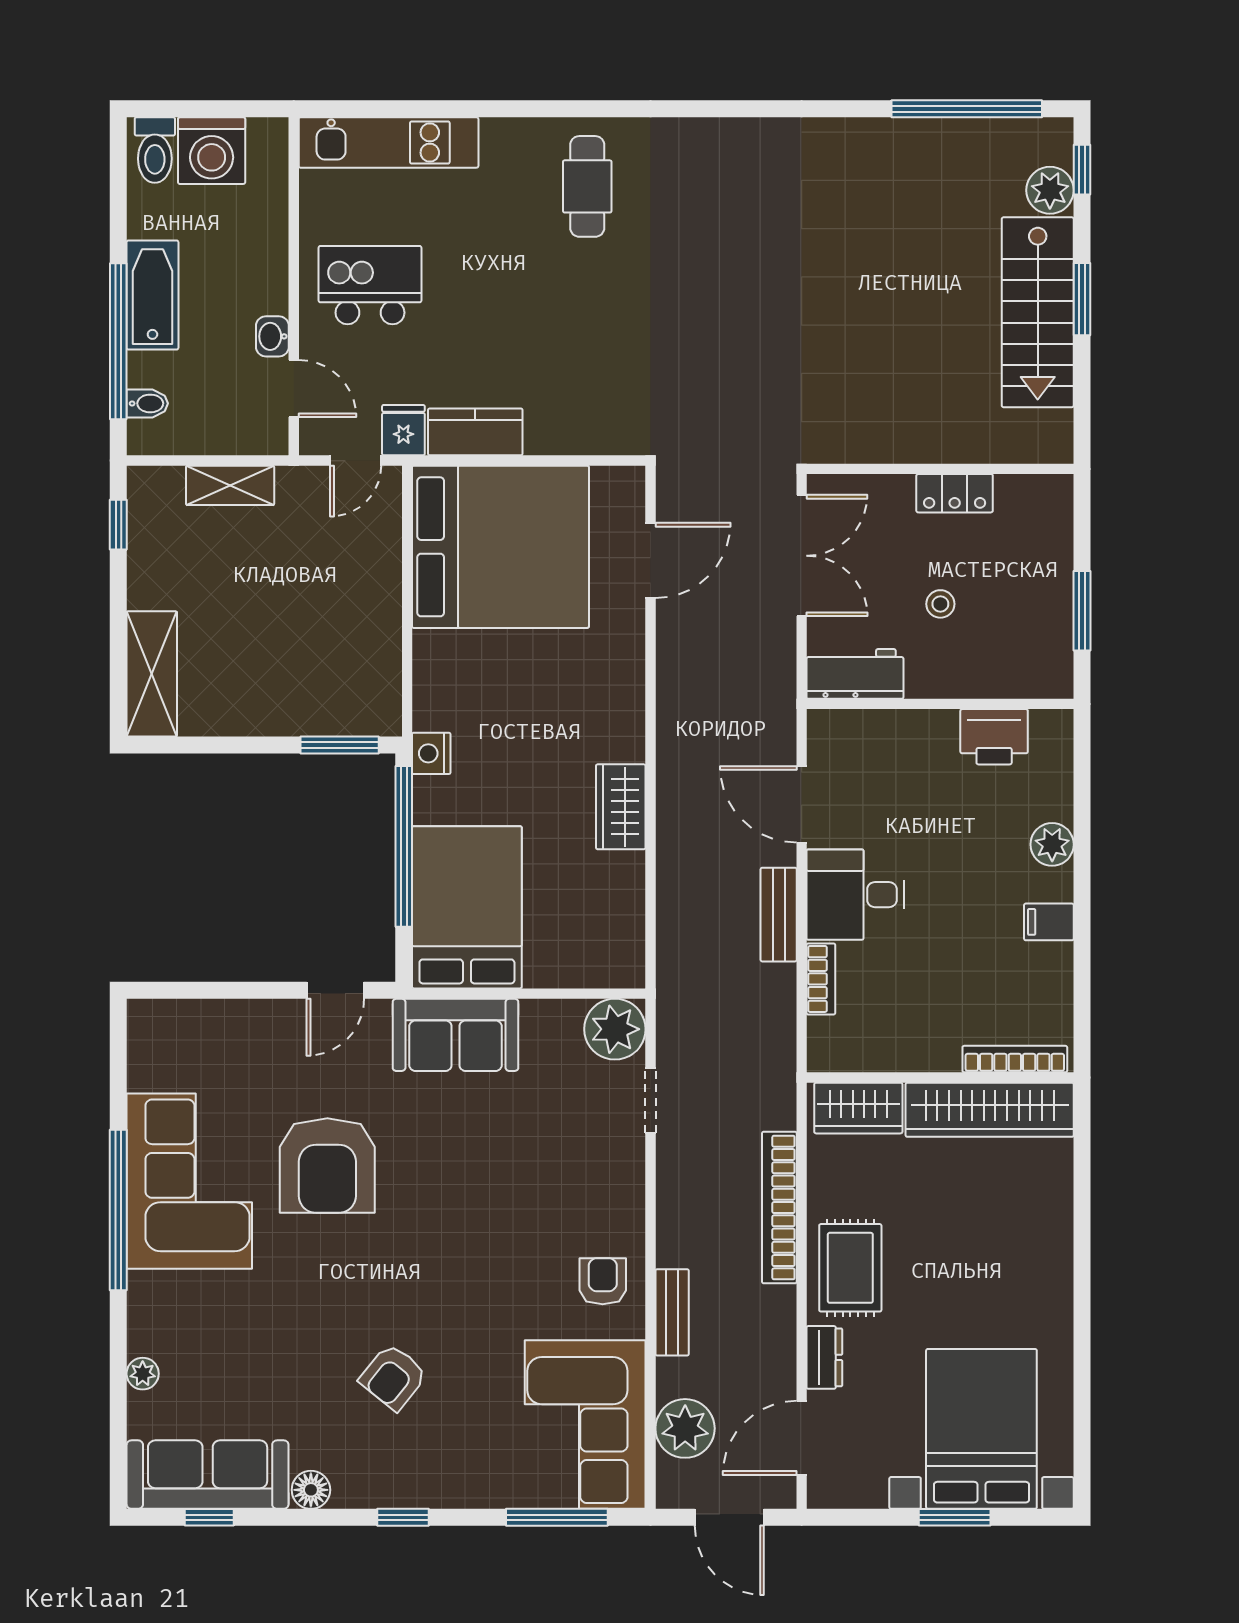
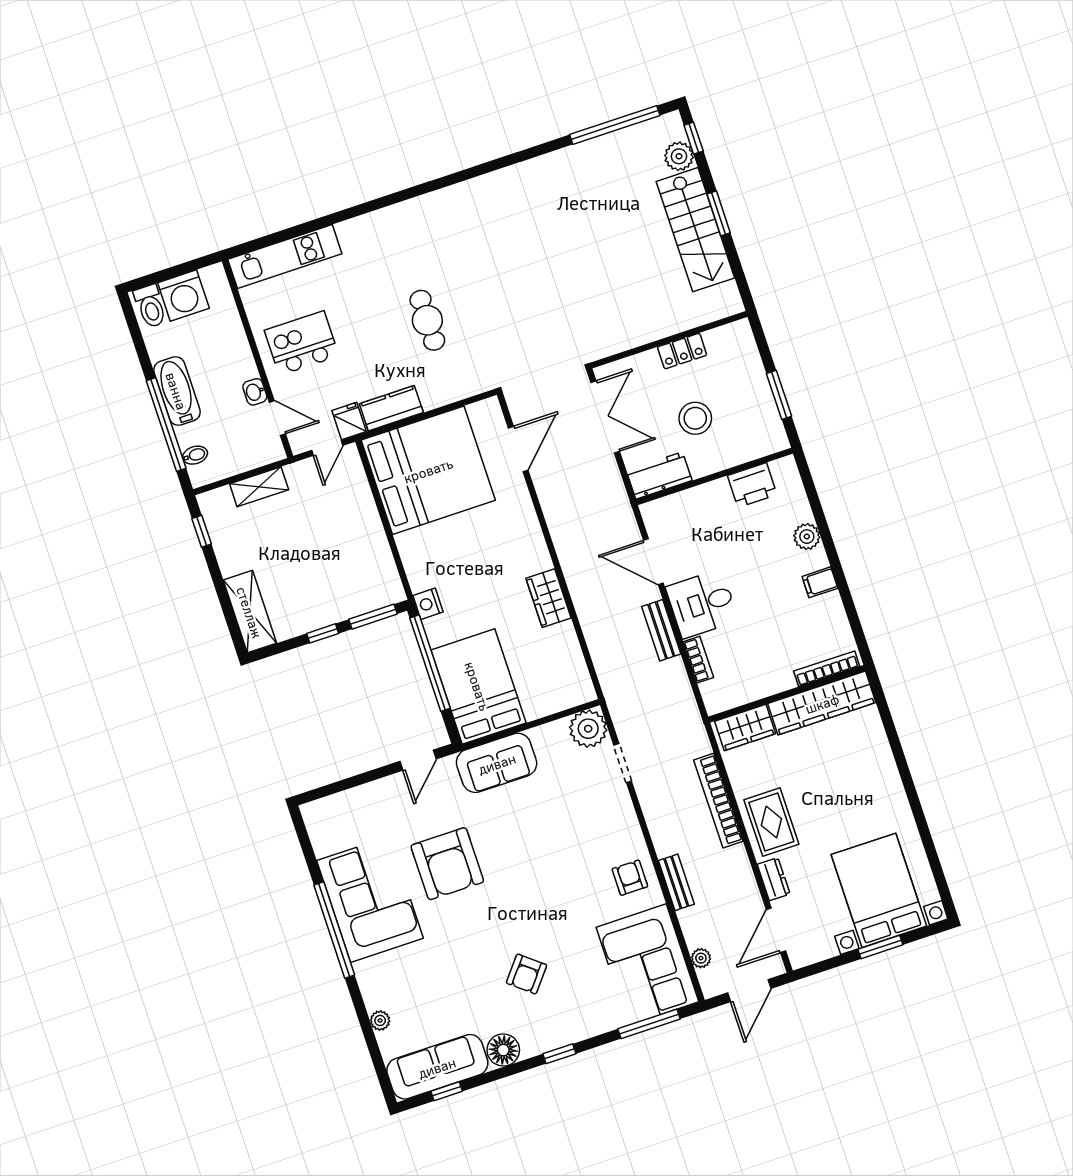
cafe table: (587, 186) -> (427, 320), moved
stool: (940, 604) -> (695, 418), width x1.89, depth x1.89
window: (253, 745) -> (323, 633), added
plant: (685, 1428) -> (701, 958), width x0.53, depth x0.53
floor lamp: (311, 1490) -> (503, 1050), width x1.38, depth x1.38
door: (729, 1517) -> (749, 991), hinge flipped

